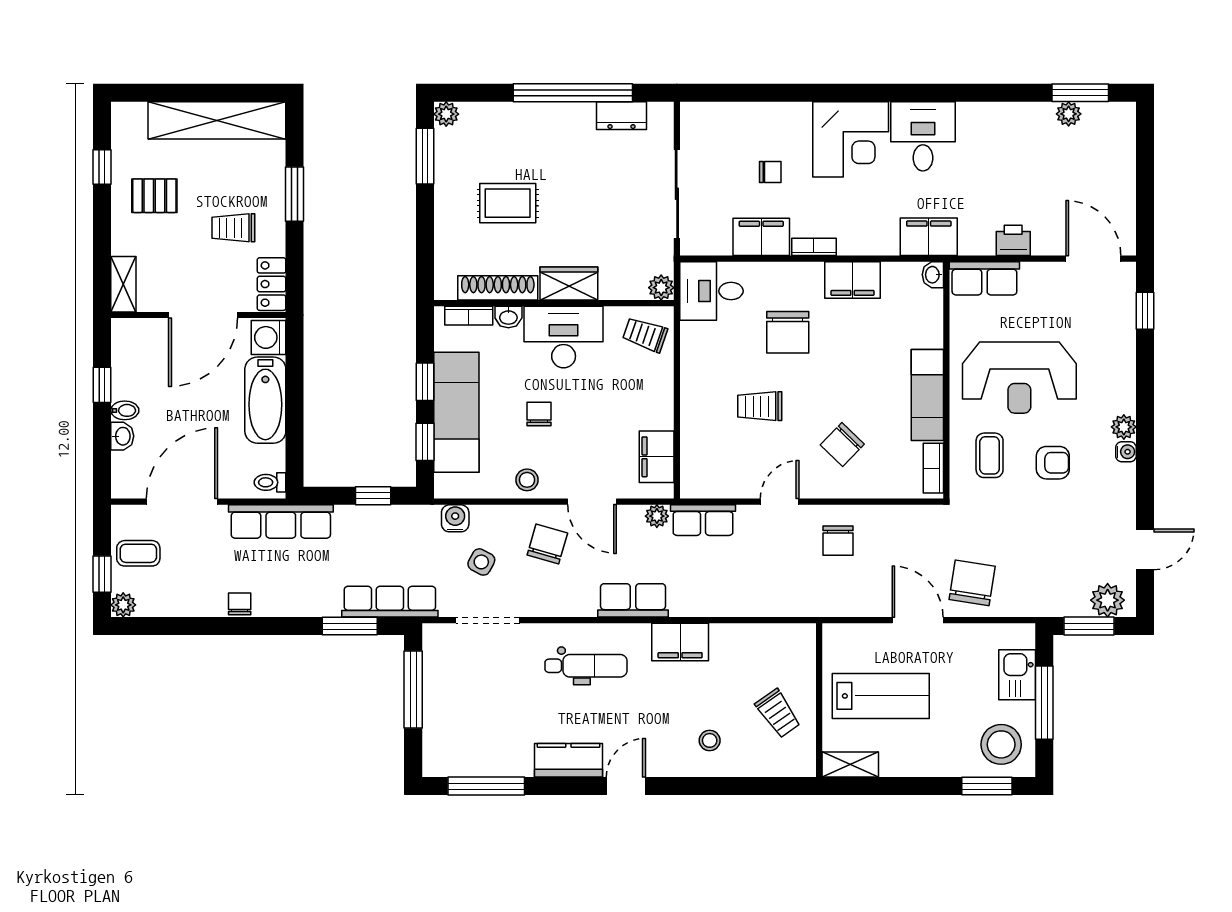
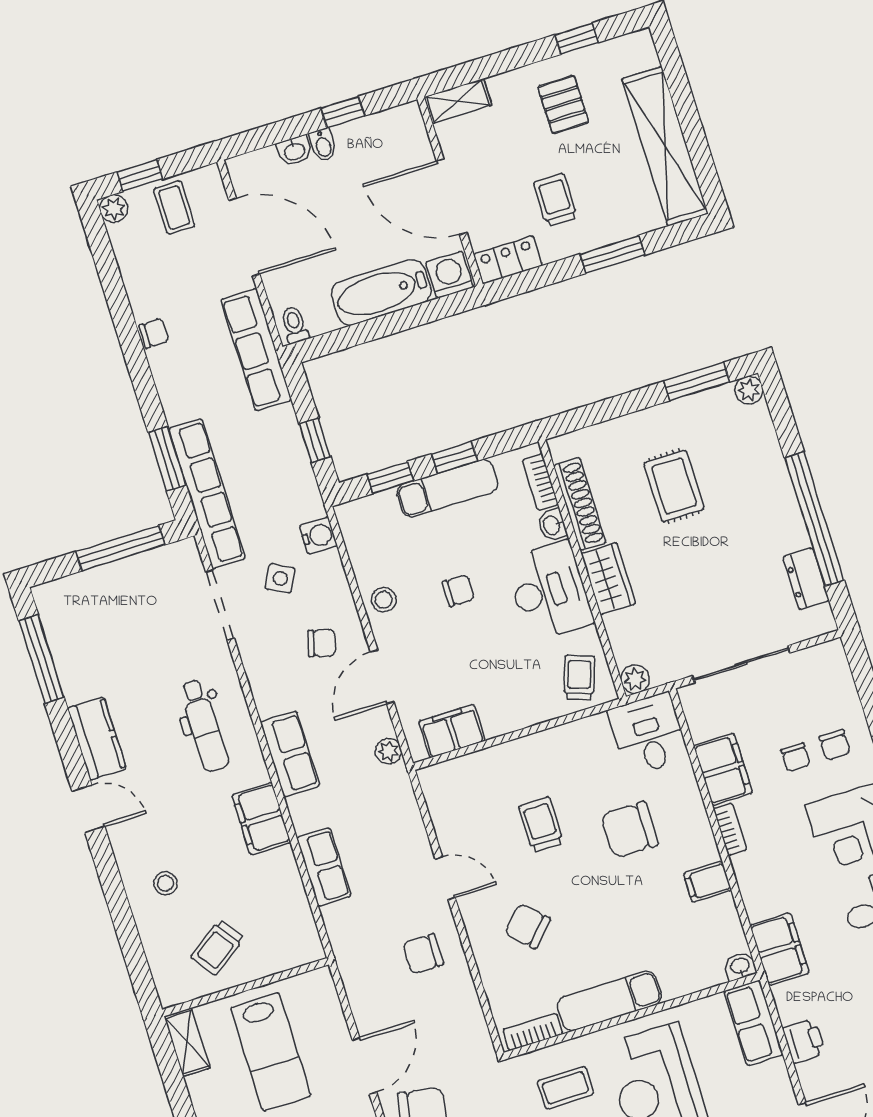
chair: (770, 136) -> (835, 745), added
filing cabinet: (853, 280) -> (707, 882), width x0.50
exam couch: (456, 412) -> (447, 488), width x0.73, depth x0.69
row of seats: (703, 520) -> (324, 867), moved, turned 180
chair: (547, 544) -> (322, 643), width x0.73, depth x0.73
row of seats: (390, 602) -> (207, 494), width x1.36

